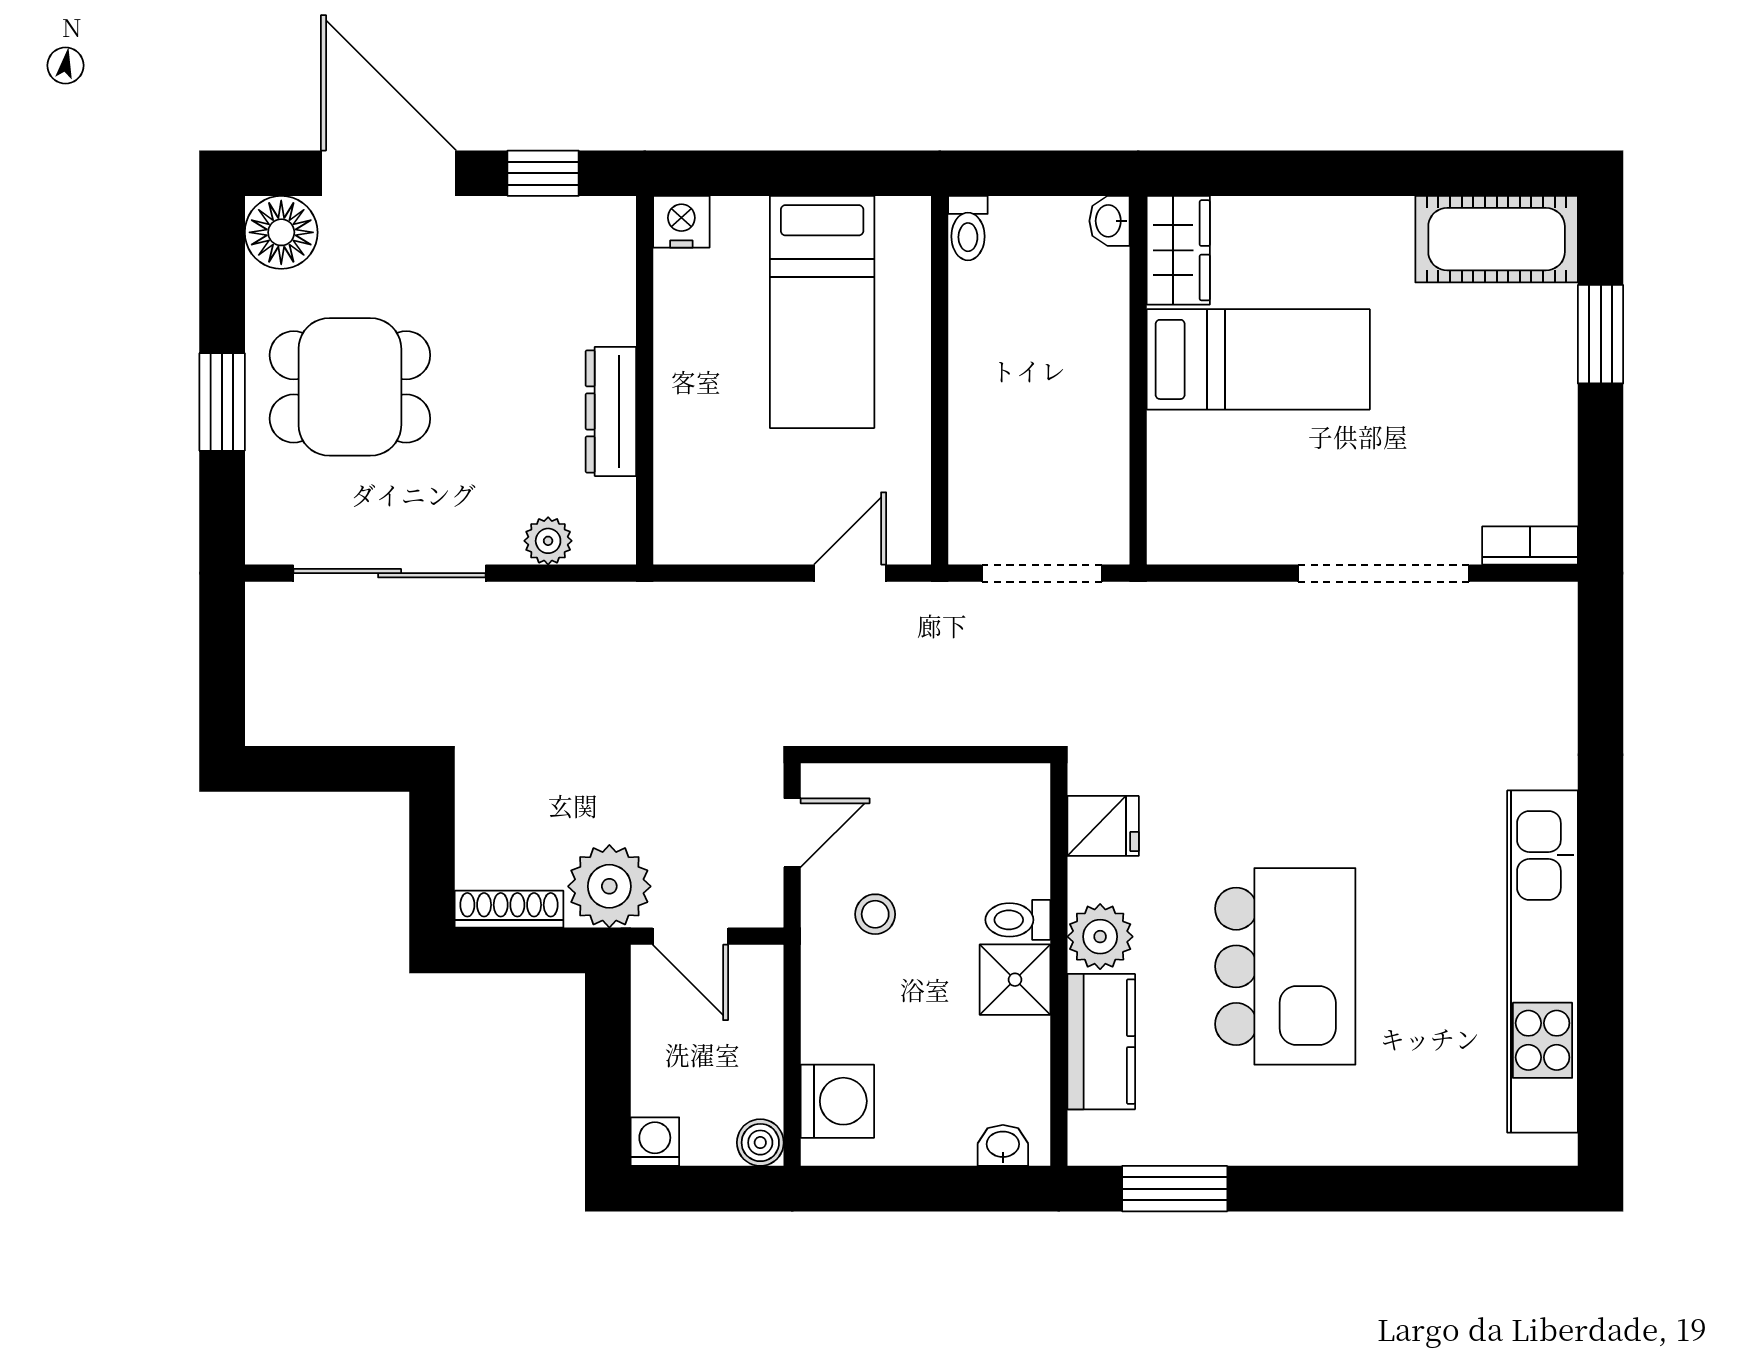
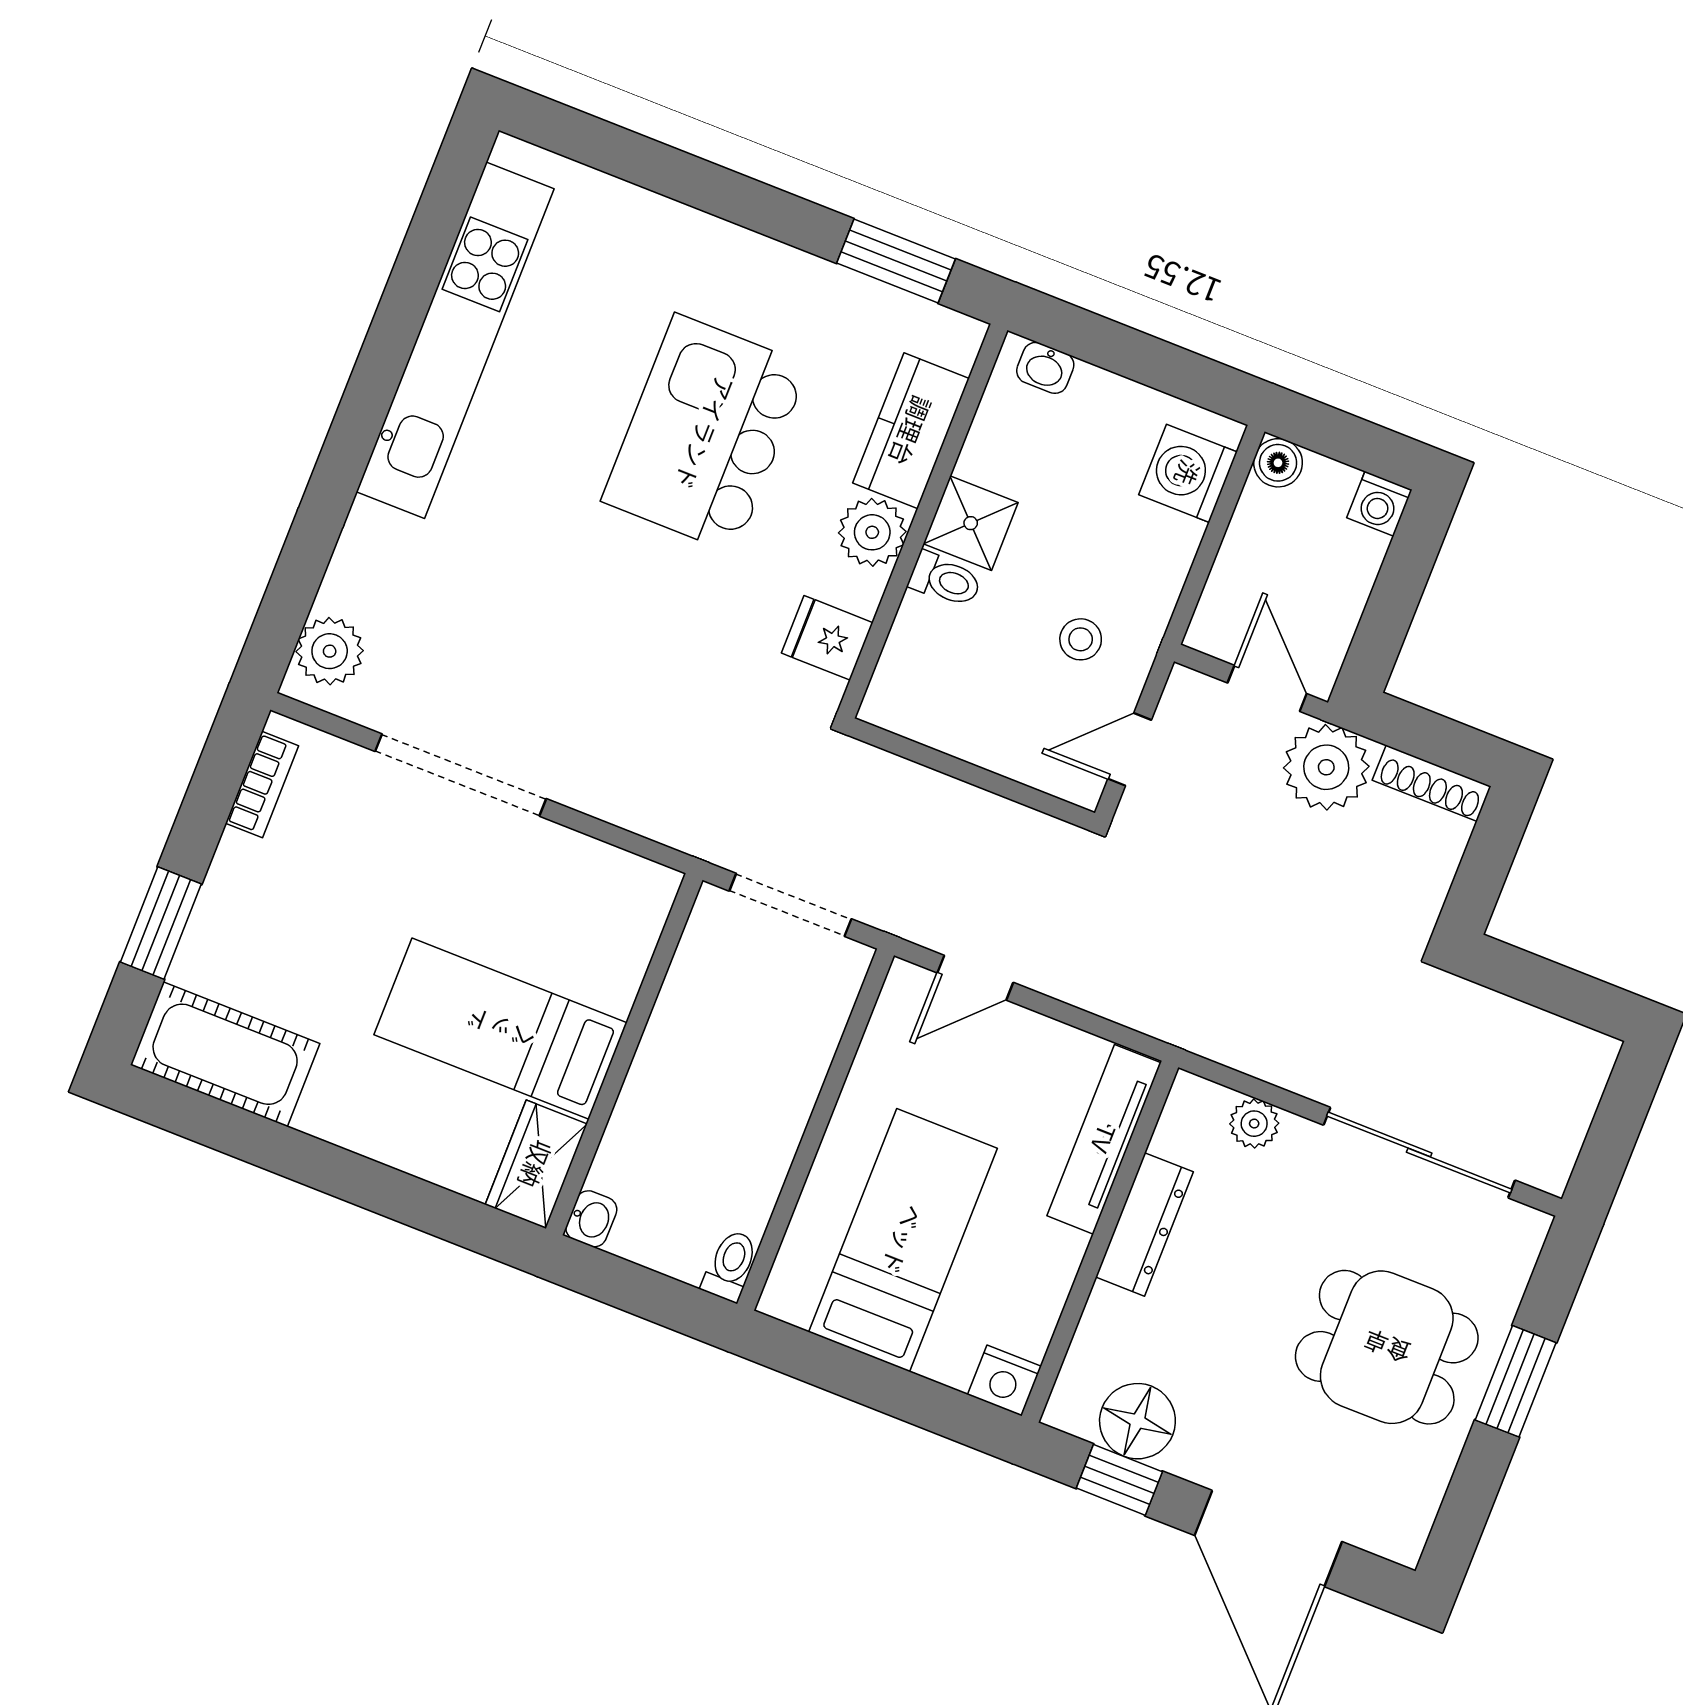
floor lamp: (281, 232) -> (1137, 1421), moved
tv unit: (677, 474) -> (1104, 1139), added
bookcase: (1530, 545) -> (262, 785), moved, turned -90
plant: (1545, 638) -> (330, 651), added

